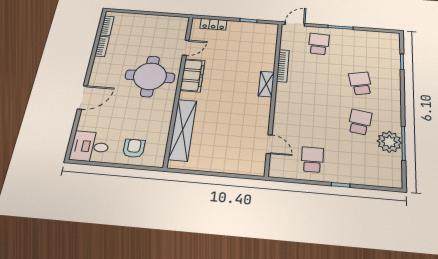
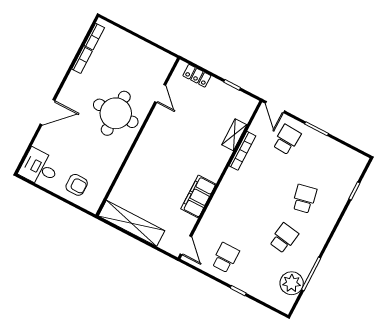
door: (295, 24) -> (275, 107), swing flipped
door: (186, 48) -> (160, 93), hinge flipped
filing cabinet: (193, 75) -> (198, 197), moved, turned 180
shelving: (266, 84) -> (234, 135), moved
shelving: (183, 130) -> (132, 223), moved, turned 90
plant: (389, 142) -> (292, 283), moved
door: (269, 144) -> (186, 245), moved
armchair: (134, 148) -> (77, 185), turned 90

